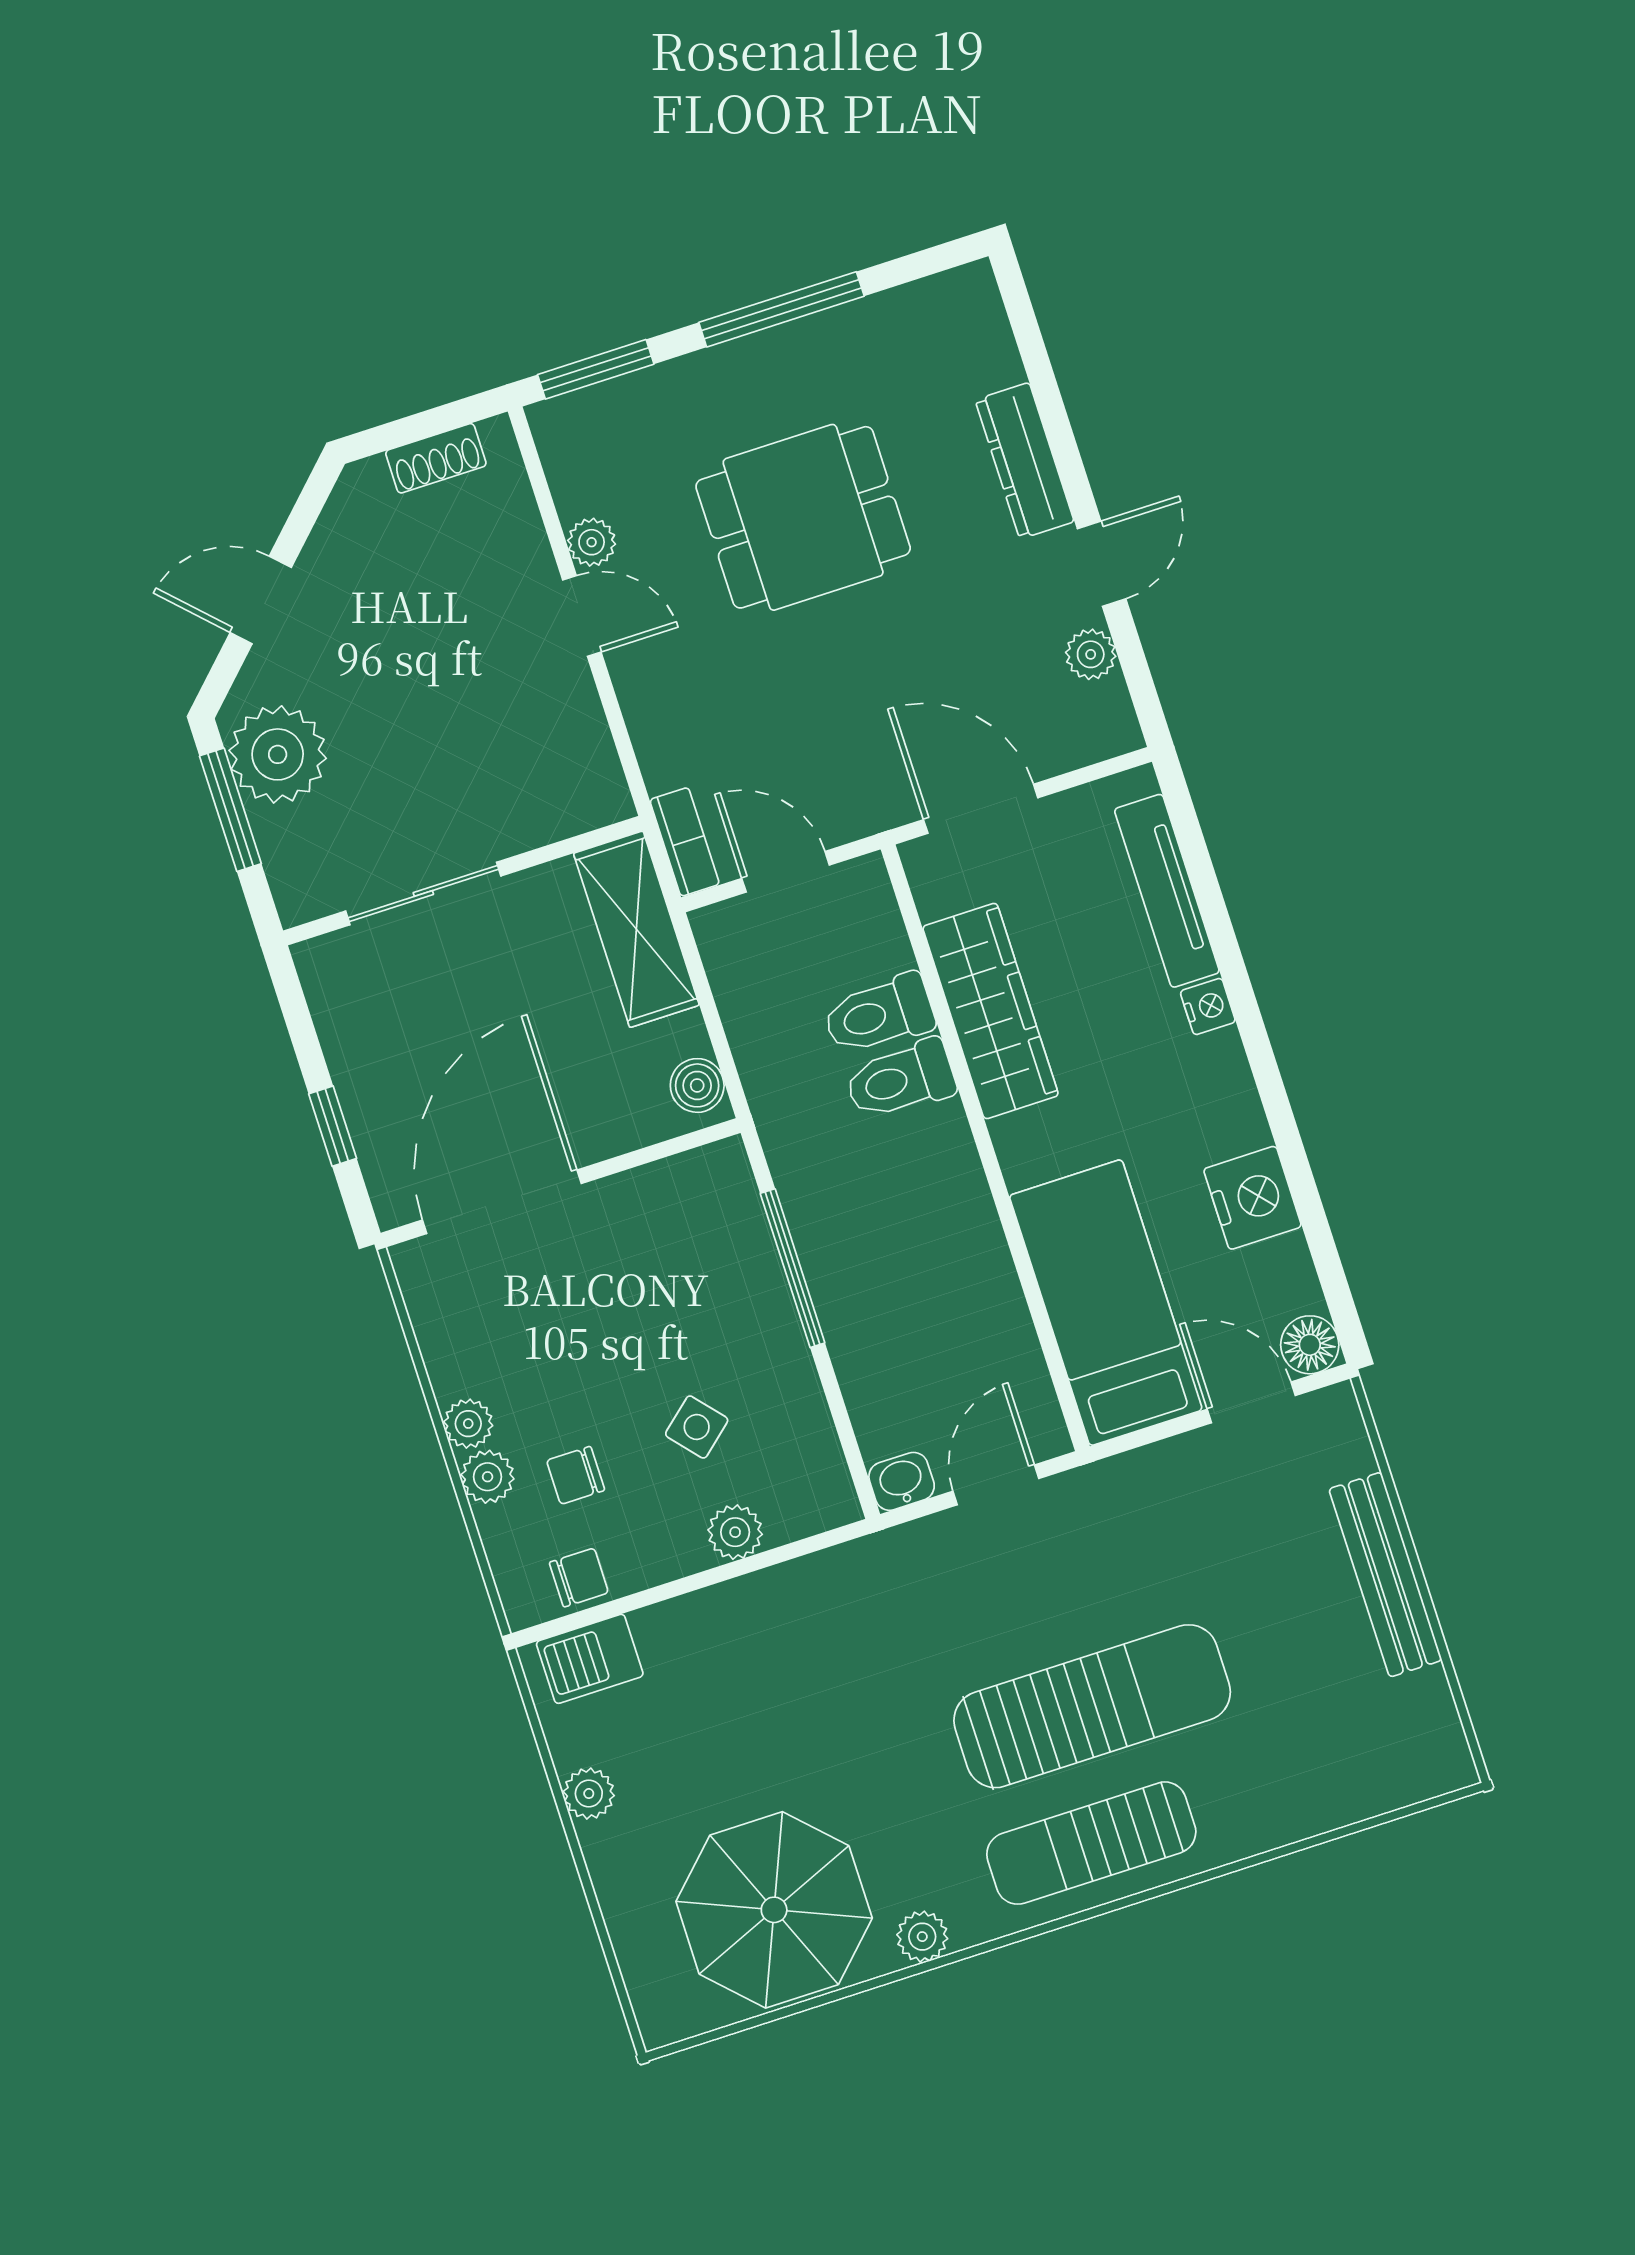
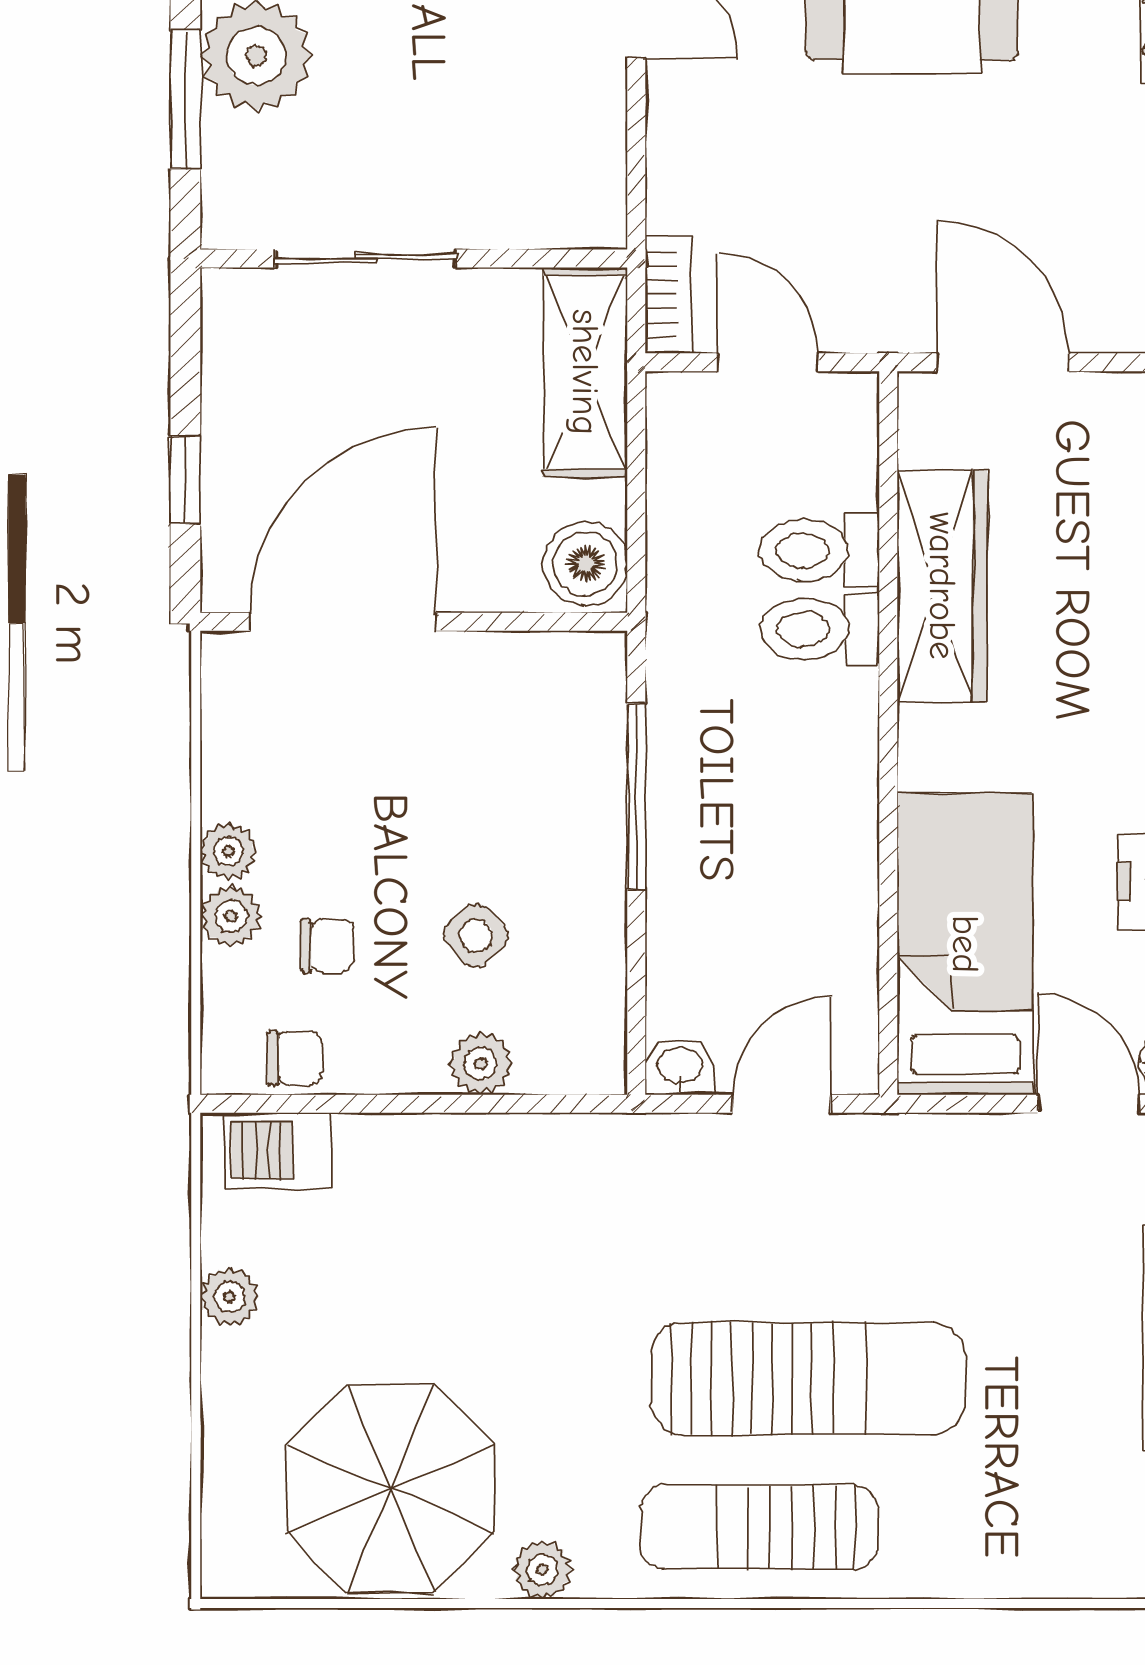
boiler: (697, 1085) -> (585, 564), width x1.36, depth x1.36
chair: (576, 1475) -> (327, 946), turned 180

